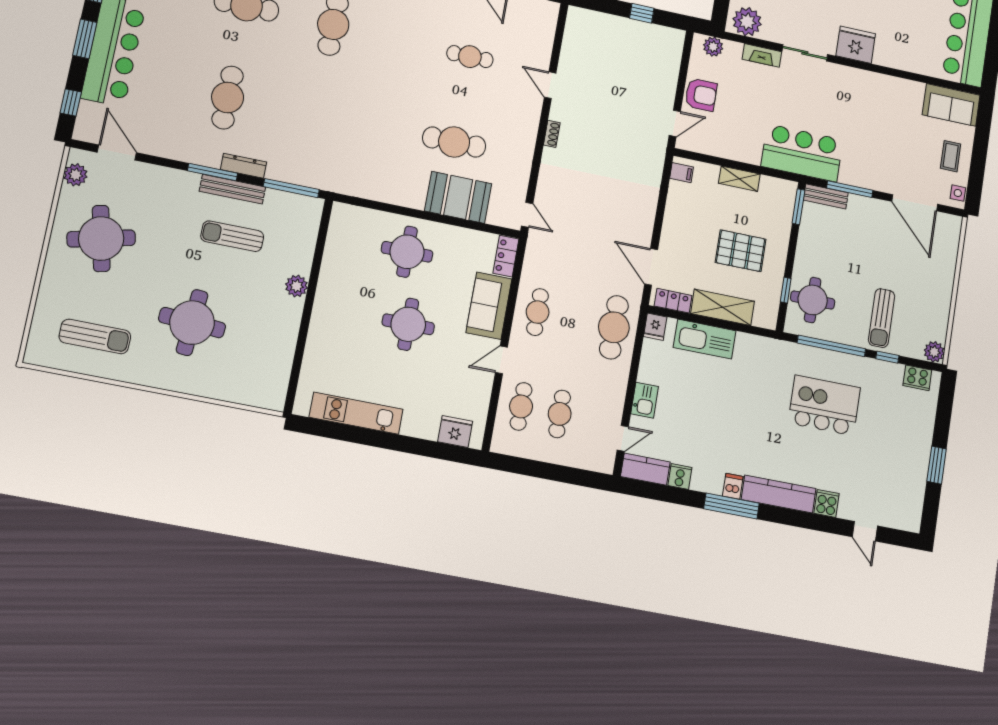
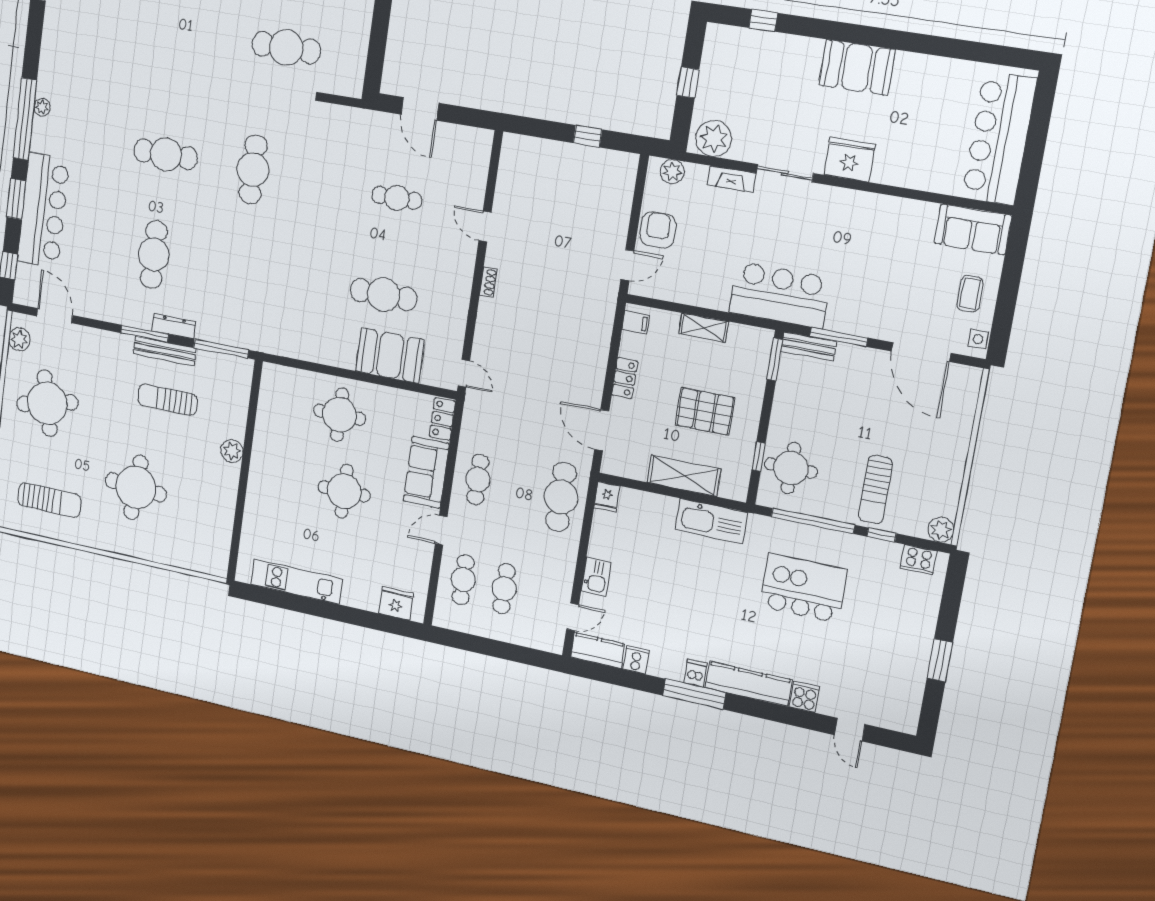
armchair: (701, 95) -> (658, 230), turned -90
locker: (673, 301) -> (625, 378), moved, turned 90
kitchen sink: (705, 339) -> (711, 521), moved

